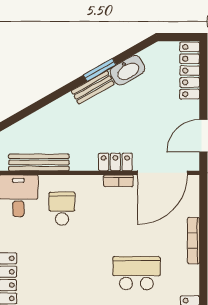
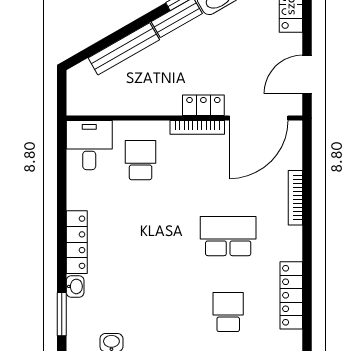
bench: (39, 162) -> (124, 49), moved, turned -30
bookcase: (119, 181) -> (197, 127), width x1.56

